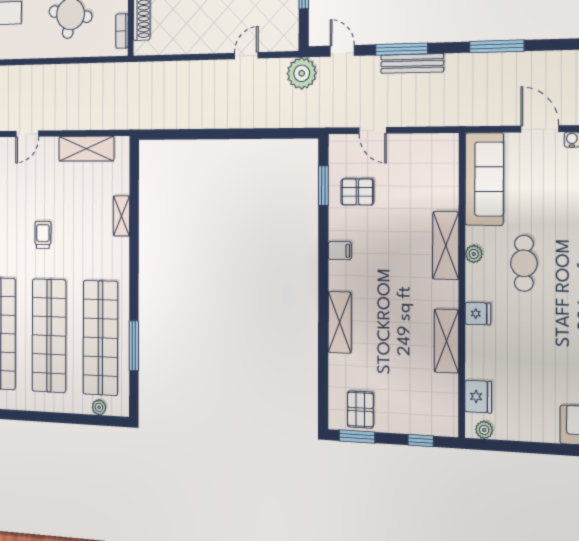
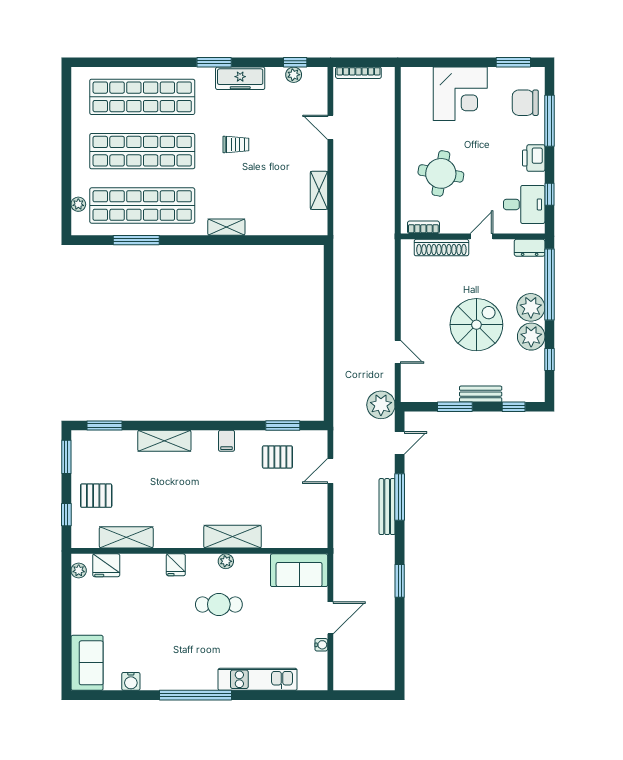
window: (497, 46) -> (400, 581), width x0.69
shelving: (86, 149) -> (319, 190), width x0.67, depth x0.75
sofa: (484, 179) -> (299, 570), width x0.73
pallet: (357, 192) -> (277, 457), turned 90
shelving: (121, 216) -> (226, 227), moved
shelving: (446, 341) -> (126, 537), moved
window: (323, 391) -> (105, 425), added
pallet: (360, 409) -> (96, 496), moved

